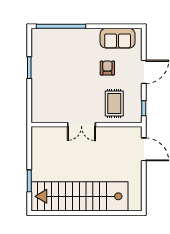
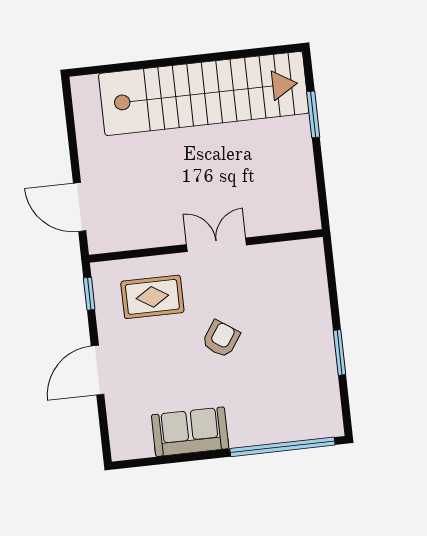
sofa: (118, 38) -> (190, 432), moved
armchair: (107, 68) -> (221, 339), moved, turned -146
rug: (114, 103) -> (152, 297), turned 90

